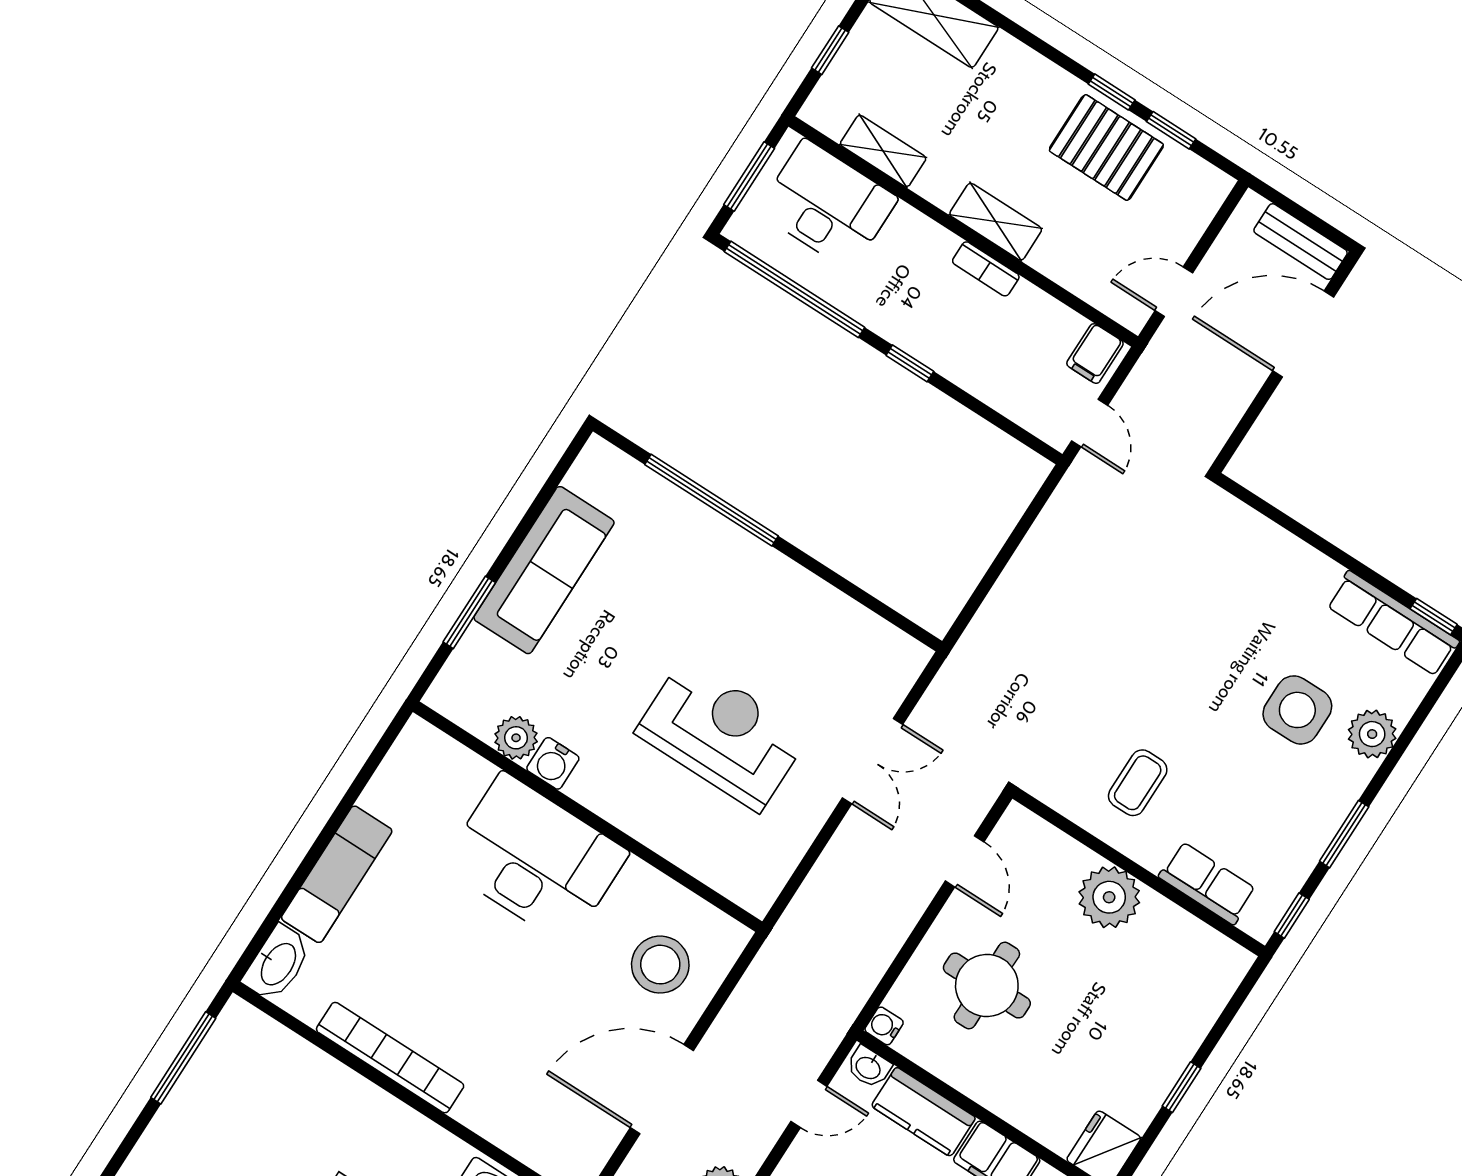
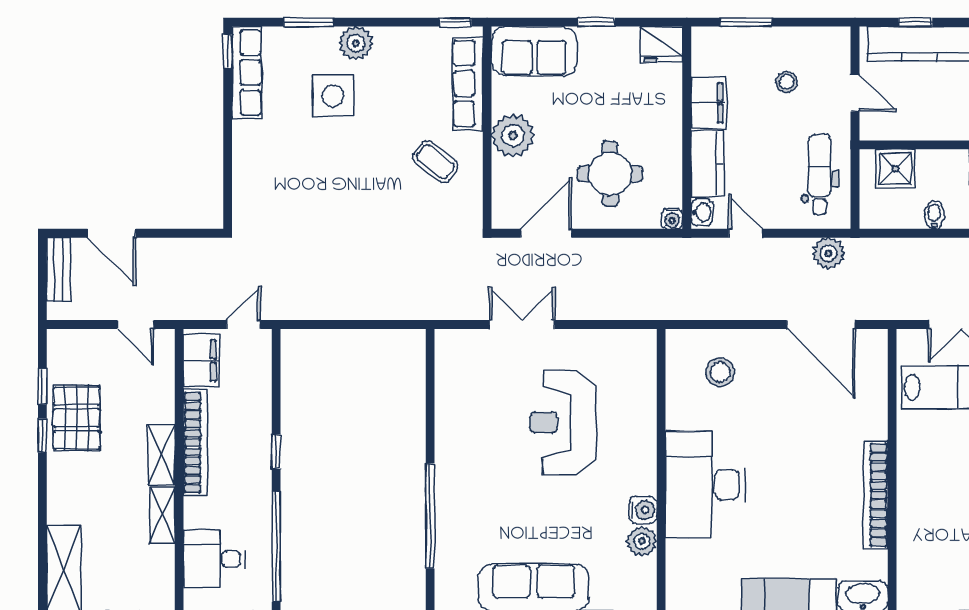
shelving: (883, 151) -> (162, 515), moved
desk: (827, 205) -> (214, 559), width x0.73
bookcase: (986, 269) -> (195, 443), width x2.31, depth x1.31
door: (1303, 334) -> (112, 233), width x0.73
filing cabinet: (1095, 354) -> (201, 361), width x2.00
plant: (1372, 734) -> (356, 43), moved
coffee table: (1138, 783) -> (435, 162), turned 38
window: (1344, 834) -> (309, 22), moved
door: (965, 861) -> (546, 233), width x1.38
row of seats: (1207, 883) -> (468, 83), width x1.48
stool: (660, 965) -> (720, 372), width x0.73, depth x0.73
sofa: (1195, 989) -> (534, 51), added
door: (662, 1089) -> (821, 324), moved

